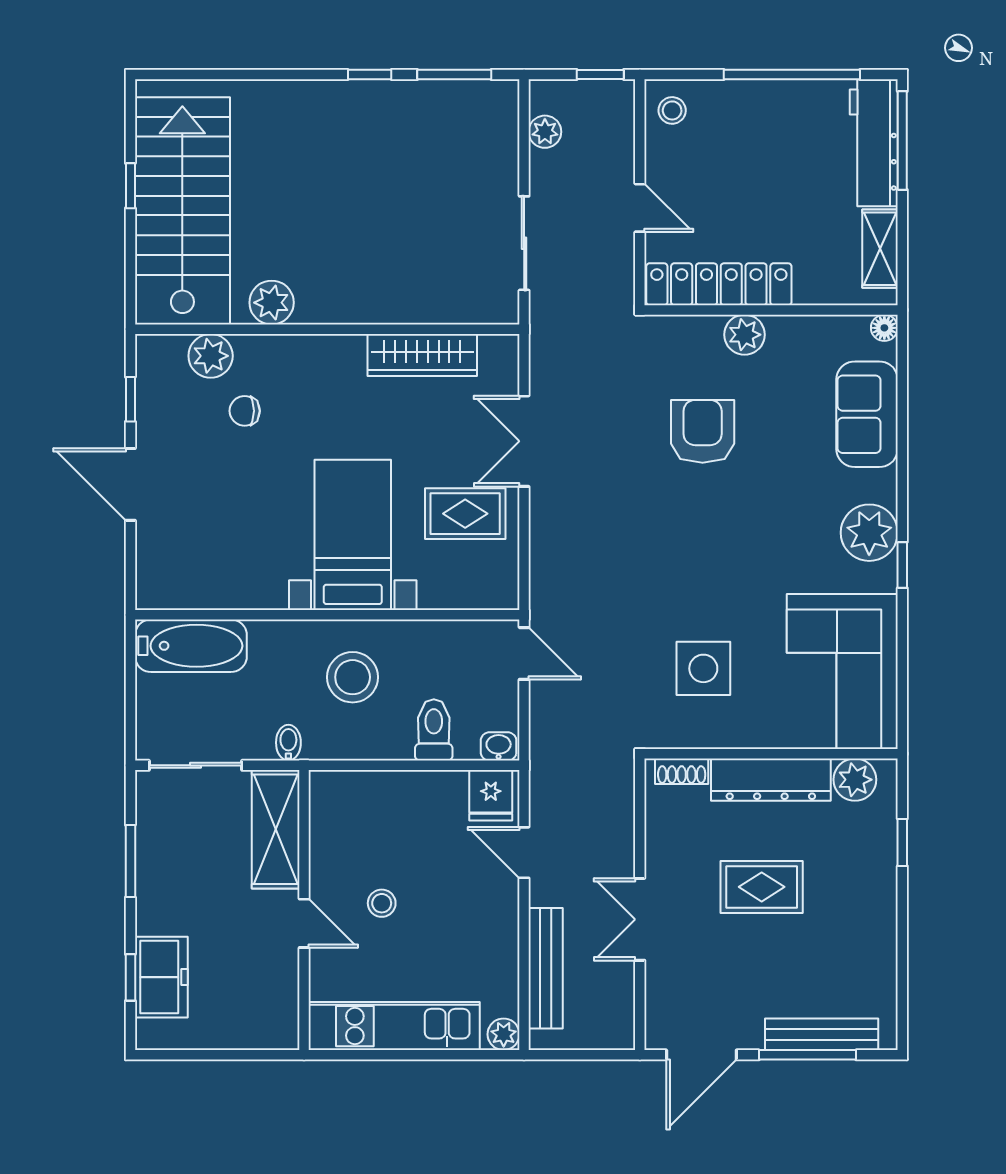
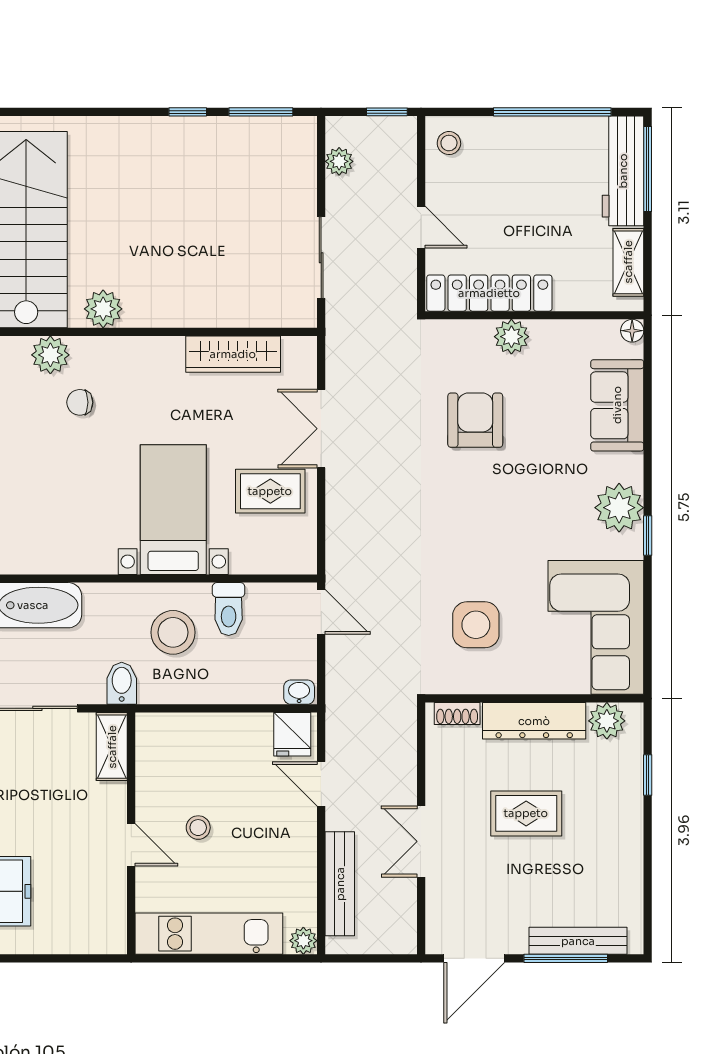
toilet: (434, 730) -> (229, 609), moved, turned 180
bidet: (288, 743) -> (122, 683), width x1.38, depth x1.36
shelving: (276, 829) -> (112, 747), width x0.67, depth x0.75

